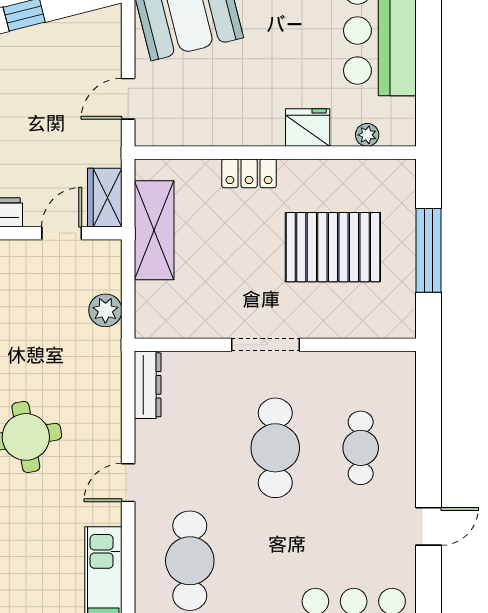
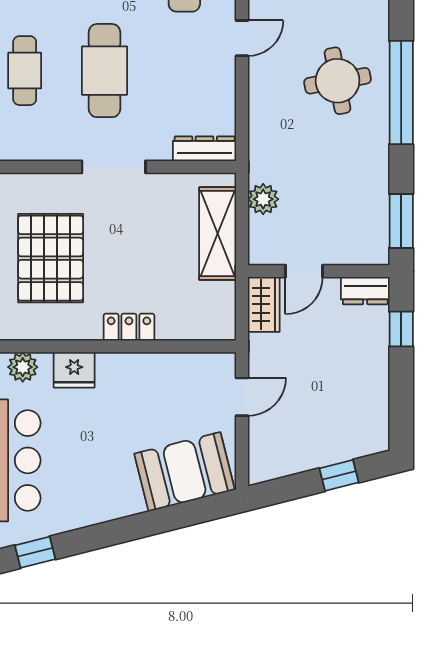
plant: (367, 135) -> (23, 367), width x1.38, depth x1.38
shelving: (154, 230) -> (218, 234), moved
pallet: (333, 247) -> (51, 258), turned 90
dresser: (148, 385) -> (205, 149), moved, turned 90

